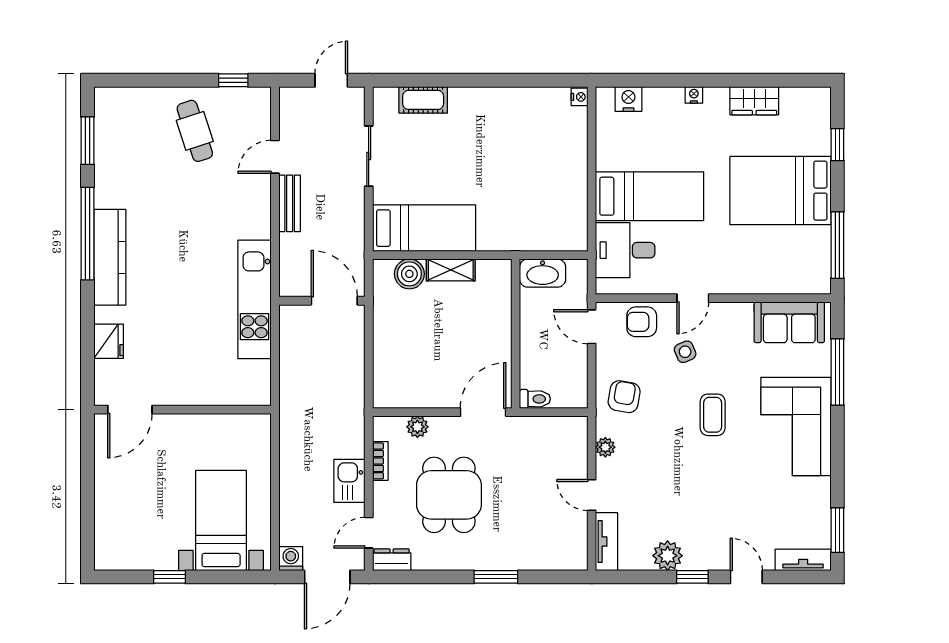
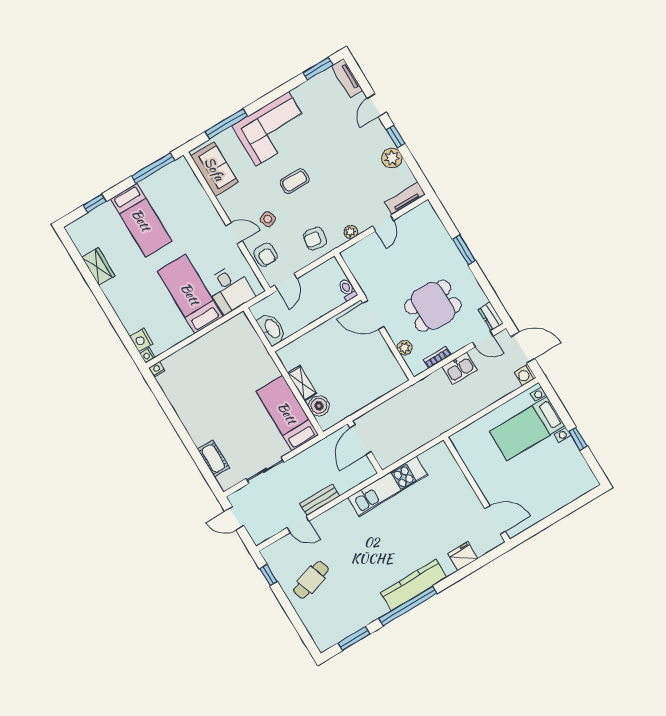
nightstand: (694, 95) -> (147, 355), moved
bed: (780, 191) -> (141, 220), width x0.67

